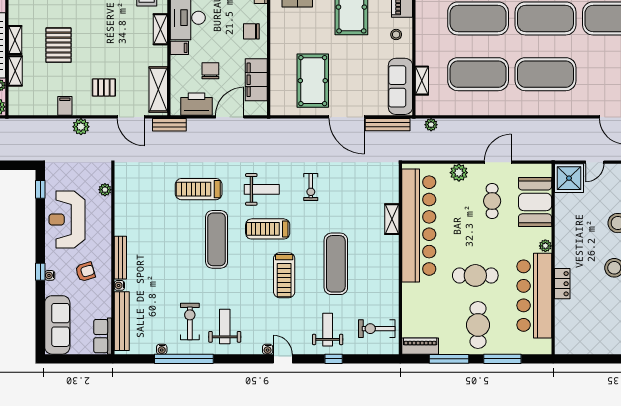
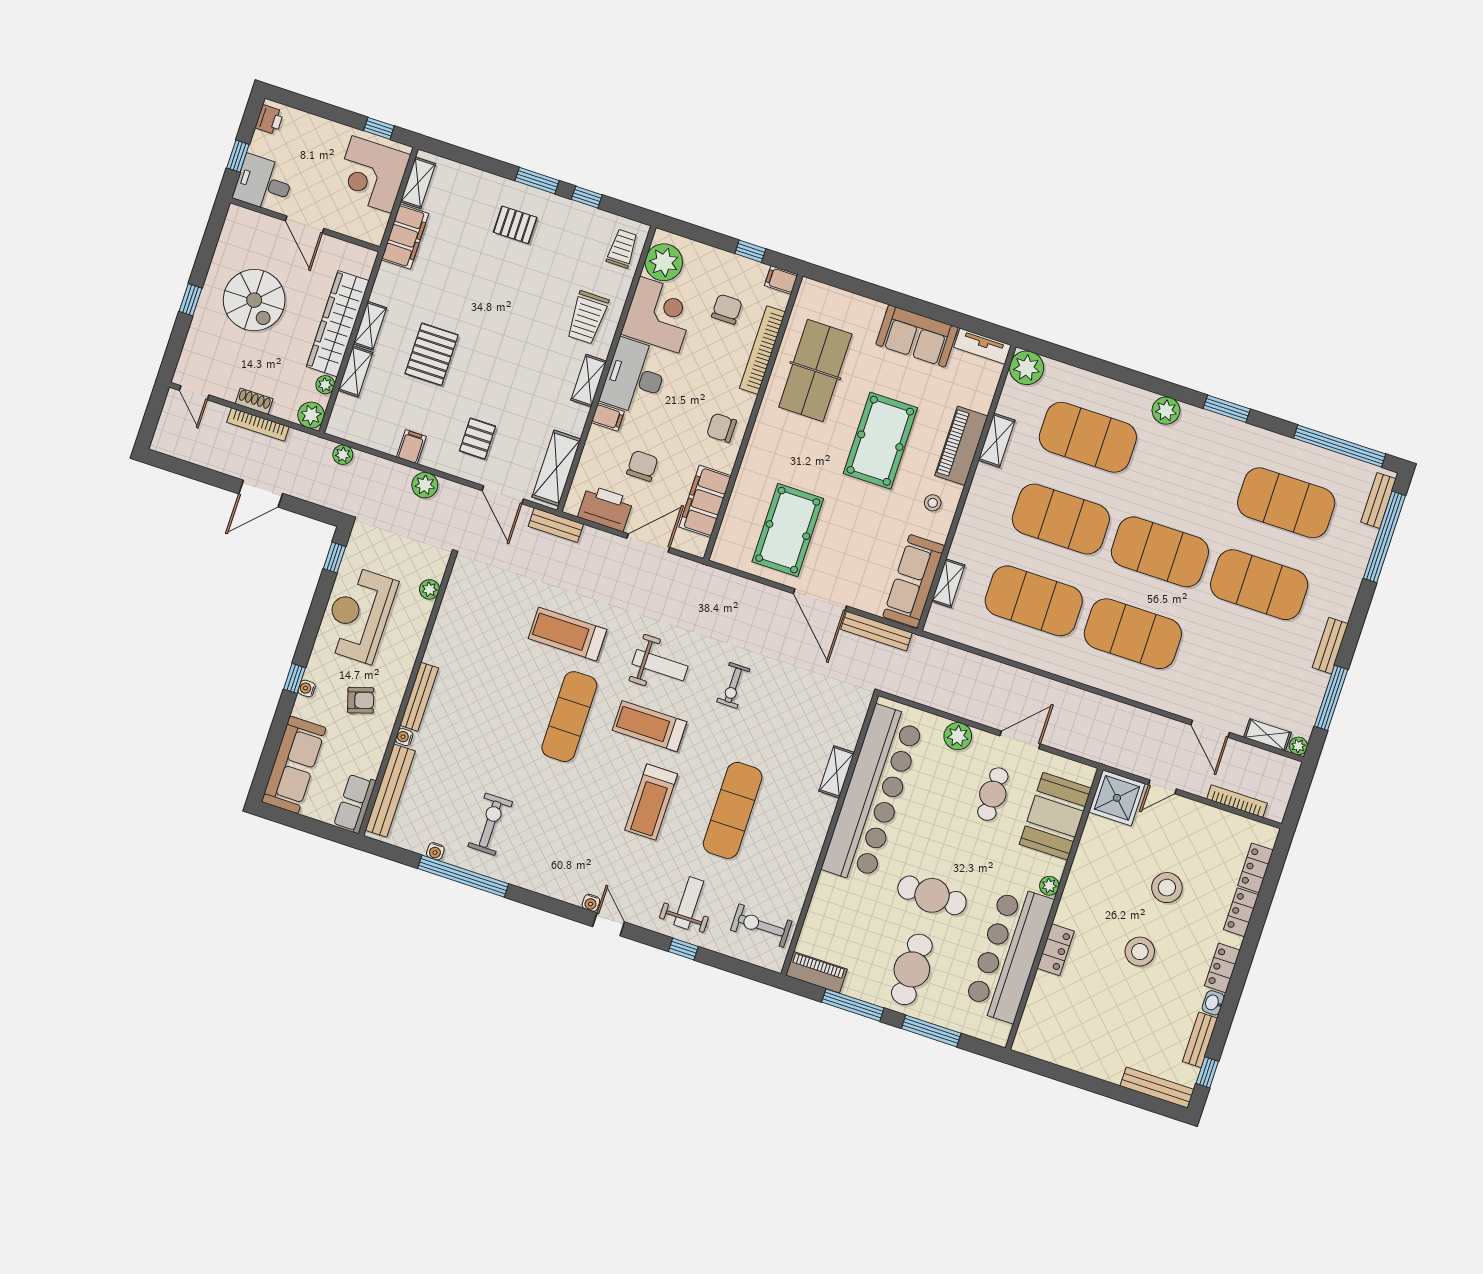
pallet: (104, 87) -> (478, 439), turned 90
plant: (431, 125) -> (343, 455), moved
weight bench: (225, 326) -> (539, 848), removed

